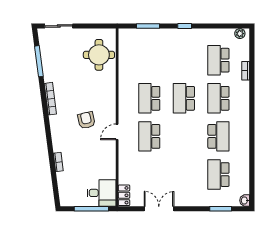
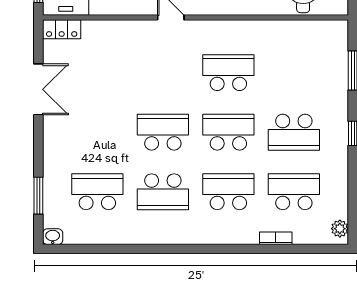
school desk: (184, 60) -> (294, 132), added
school desk: (149, 136) -> (163, 132), moved

